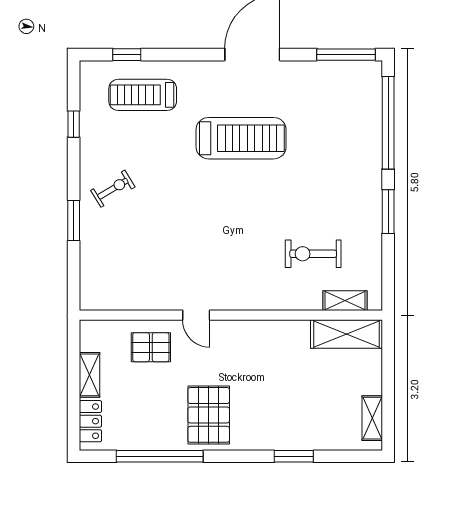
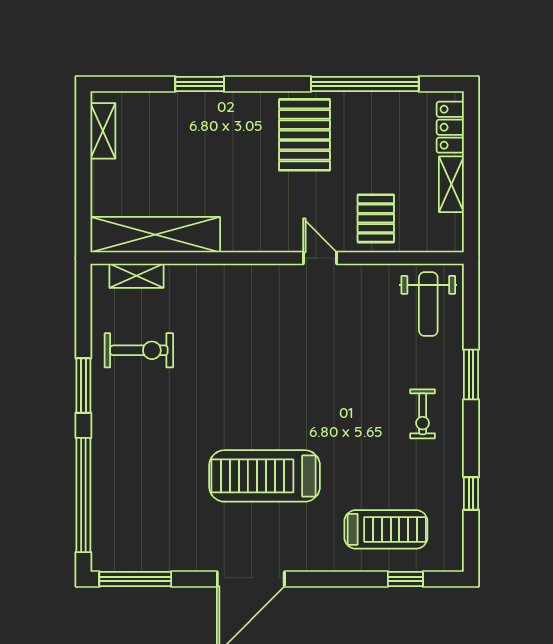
exercise bike: (113, 189) -> (423, 414), turned -59
exercise bike: (313, 254) -> (139, 350), moved
weight bench: (108, 278) -> (428, 304), added
shelving: (346, 334) -> (155, 235), width x1.47
pallet: (151, 347) -> (376, 218), turned 90

